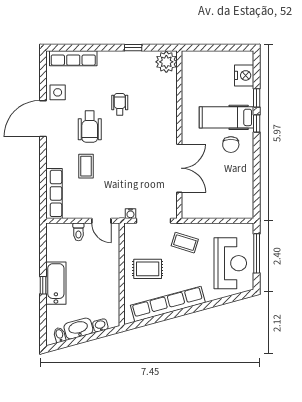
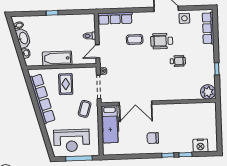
hospital bed: (227, 117) -> (110, 124), moved, turned 180
bathtub: (56, 283) -> (57, 58), moved, turned 180

